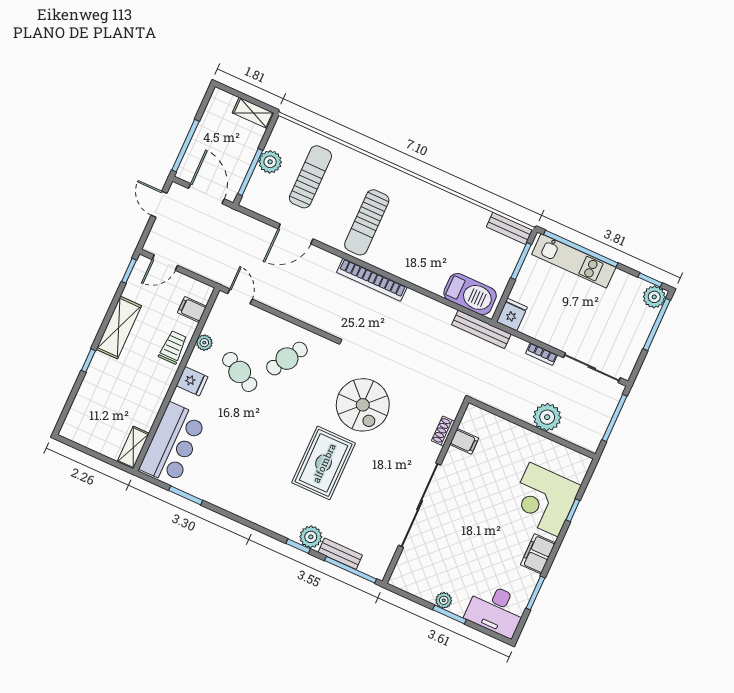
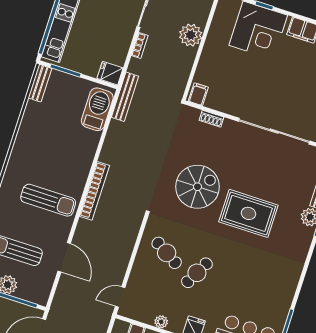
cafe table: (240, 372) -> (197, 273), moved
filing cabinet: (464, 441) -> (198, 94), moved

